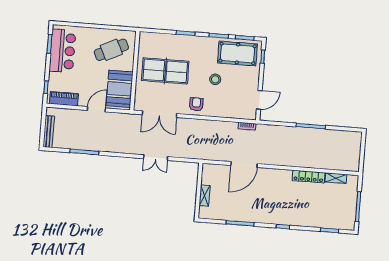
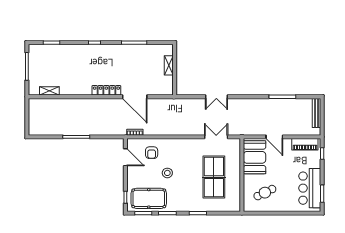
cafe table: (111, 50) -> (265, 193), width x0.73, depth x0.74
table tennis table: (165, 71) -> (214, 177), turned 90
door: (259, 100) -> (125, 157), swing flipped
armchair: (196, 104) -> (152, 153), moved
door: (96, 109) -> (274, 137), hinge flipped
double door: (159, 114) -> (216, 137), width x0.73
double door: (156, 158) -> (216, 97), swing flipped
door: (244, 165) -> (135, 97), swing flipped
locker: (309, 177) -> (106, 90), moved

